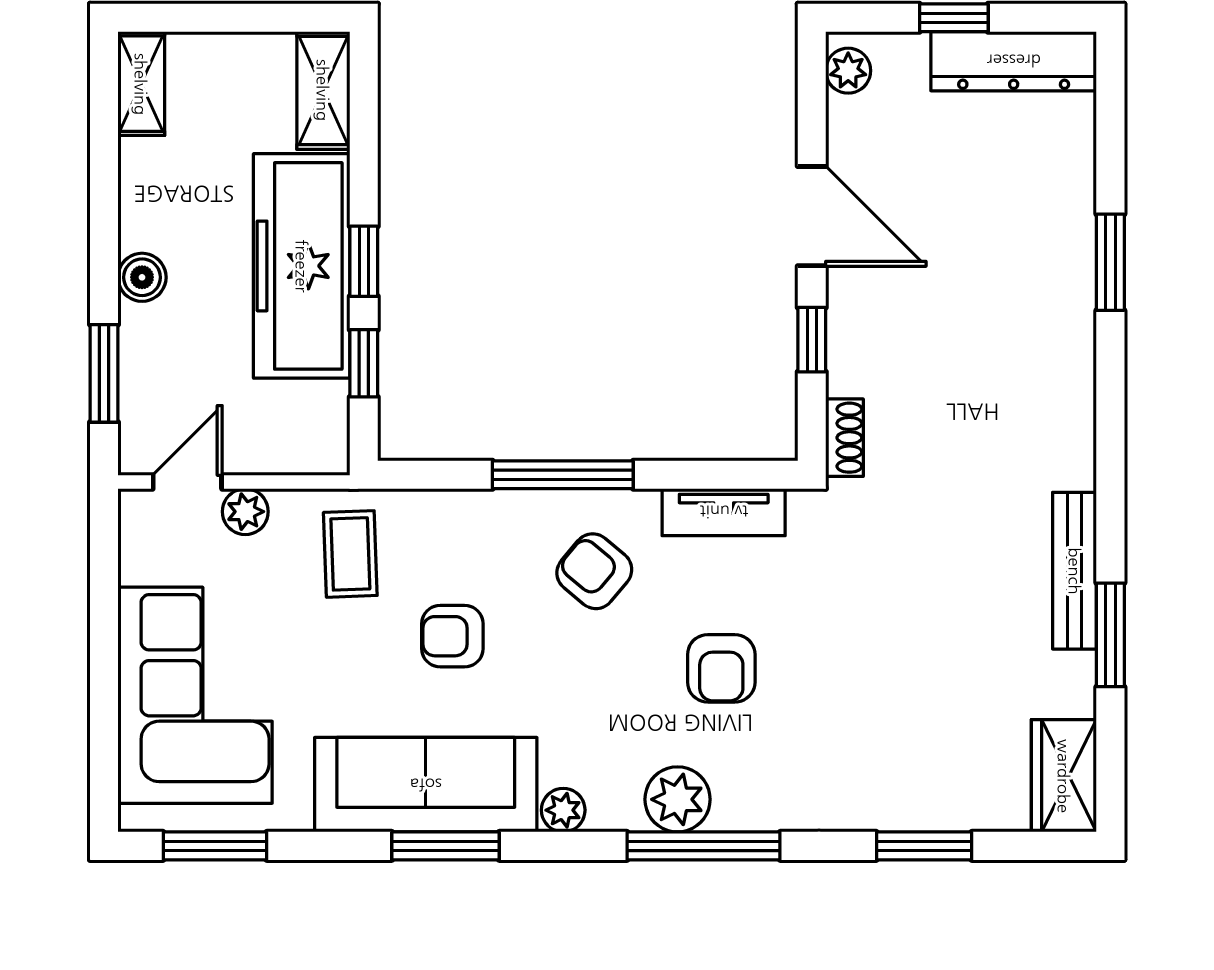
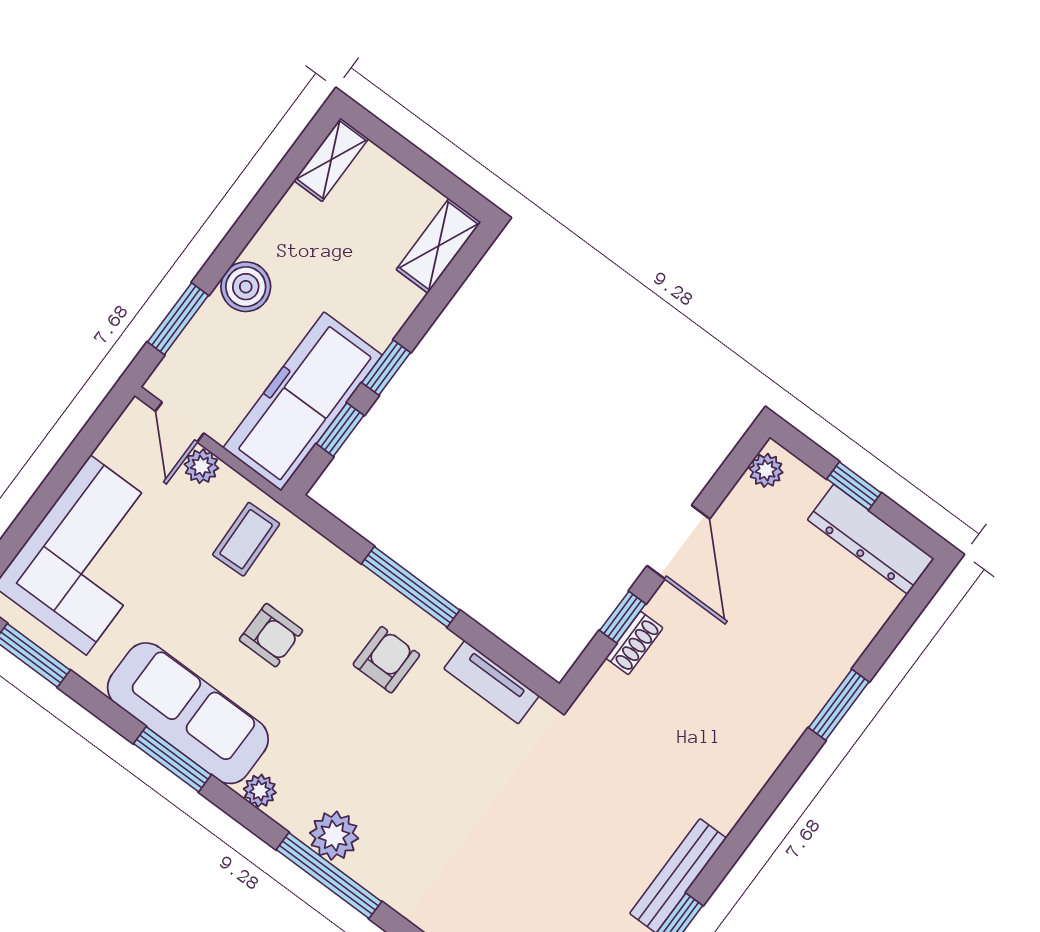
freezer: (302, 266) -> (303, 401), moved
boiler: (142, 277) -> (246, 287), width x1.36, depth x1.36
shoe rack: (844, 438) -> (634, 643), moved
door: (187, 482) -> (180, 422), swing flipped
armchair: (594, 571) -> (386, 660), turned 50
armchair: (452, 636) -> (271, 635), turned 180
armchair: (721, 668) -> (420, 776), removed

